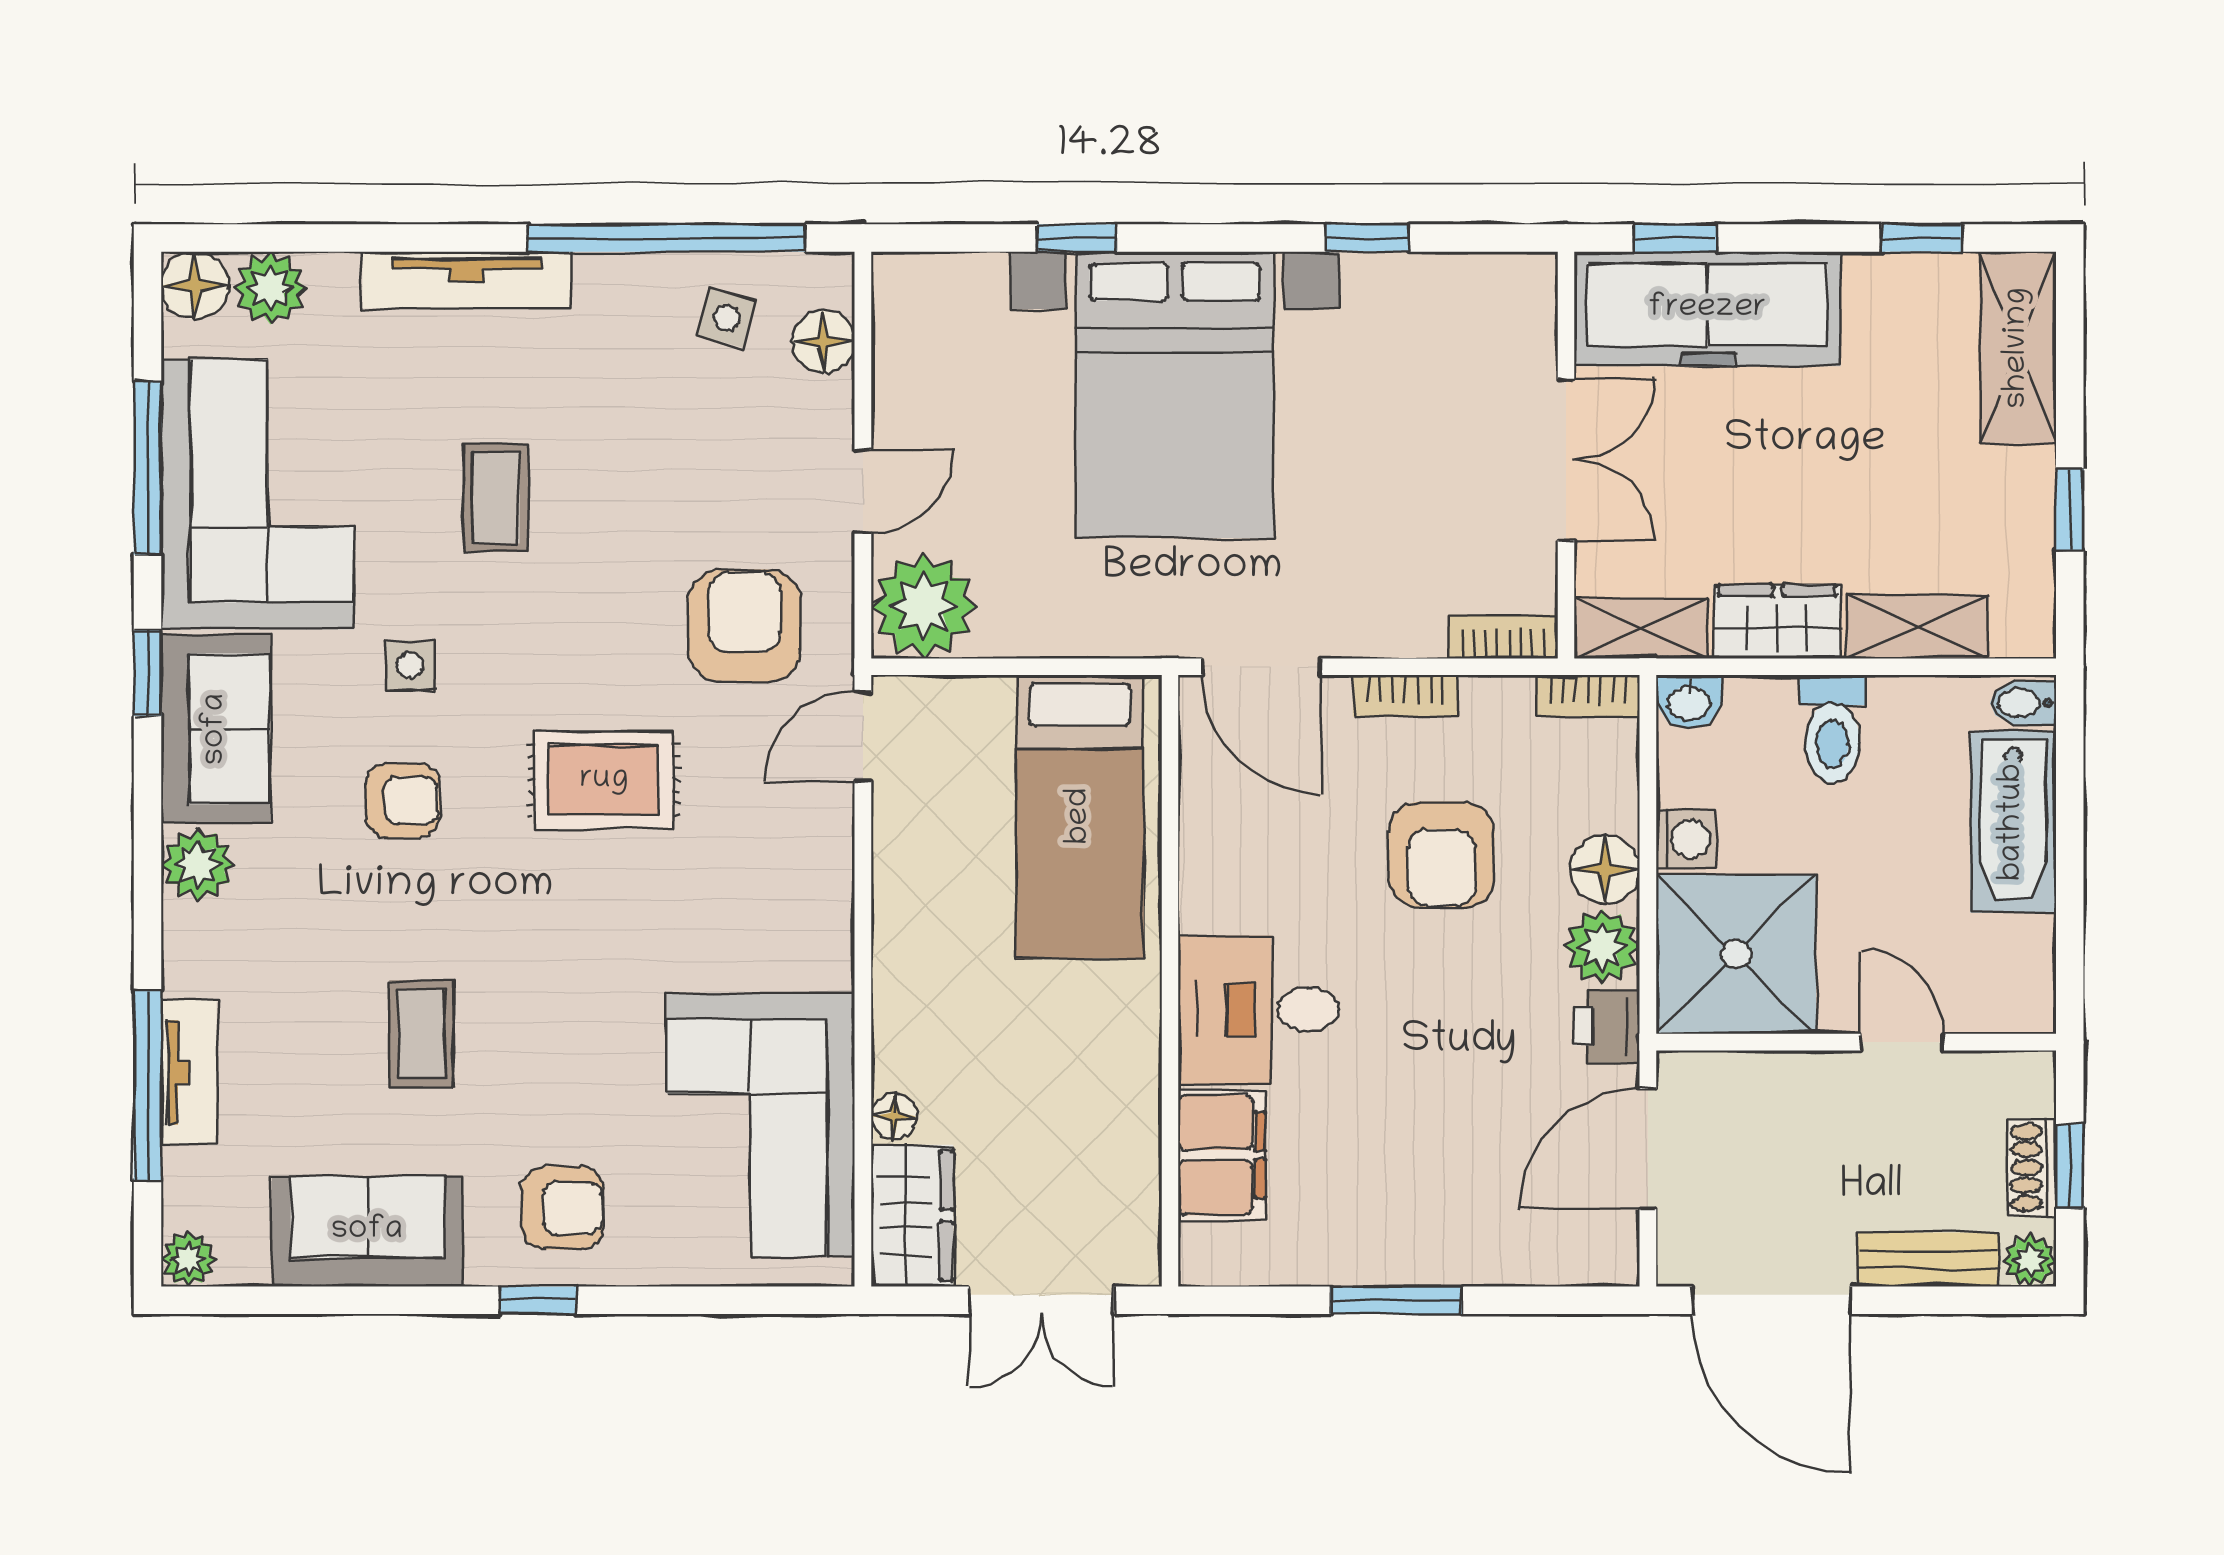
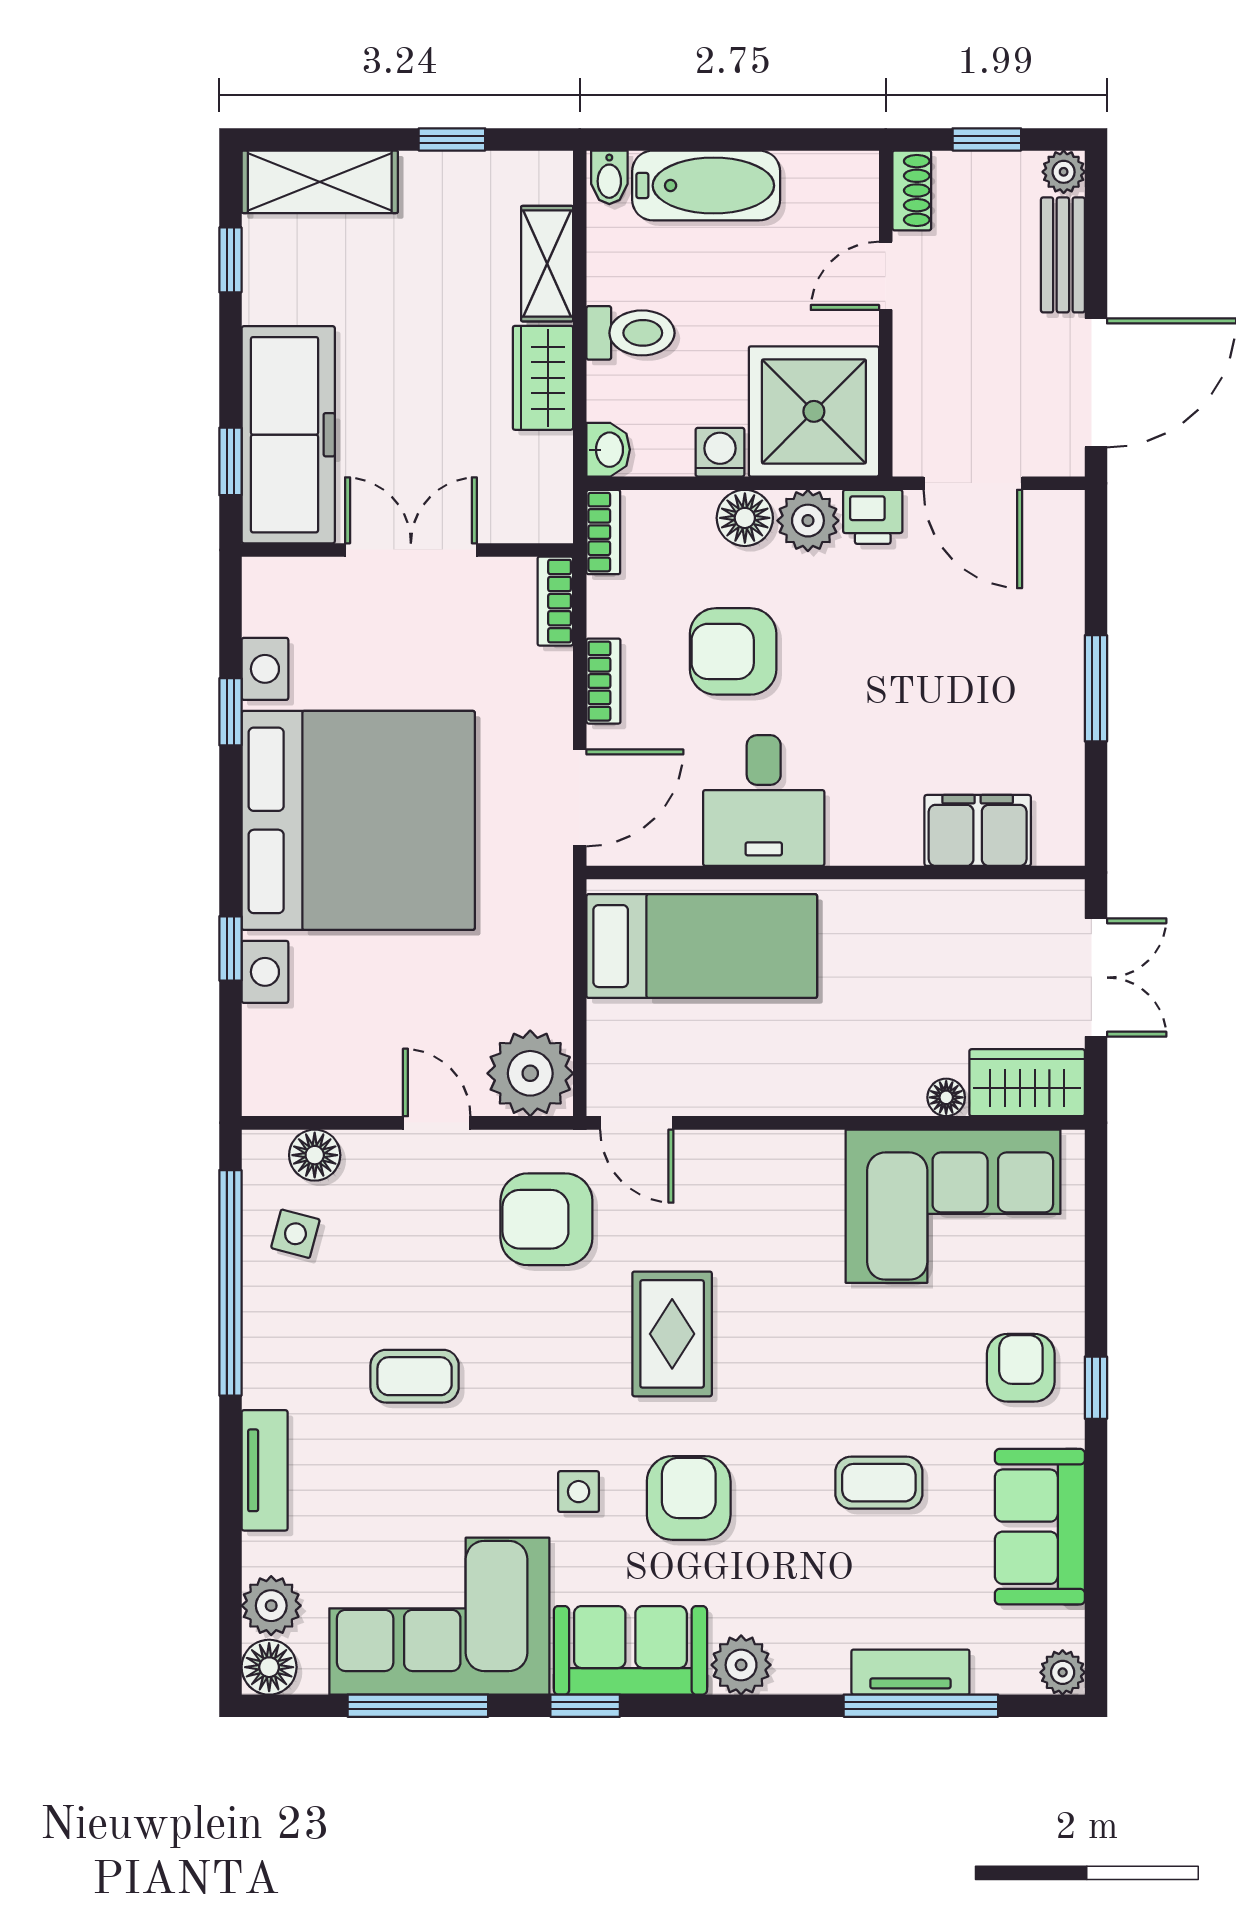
tv unit: (467, 280) -> (265, 1470), width x0.71
bed with nightstands: (1175, 395) -> (358, 820), width x1.36
coffee table: (496, 498) -> (415, 1376), moved
shelving: (1641, 628) -> (549, 489), removed
armchair: (402, 800) -> (689, 1498), width x1.38, depth x1.38
armchair: (1441, 855) -> (733, 651), turned 180
desk: (1258, 1010) -> (764, 801), moved
shoe rack: (2032, 1168) -> (912, 190), moved, turned -90

